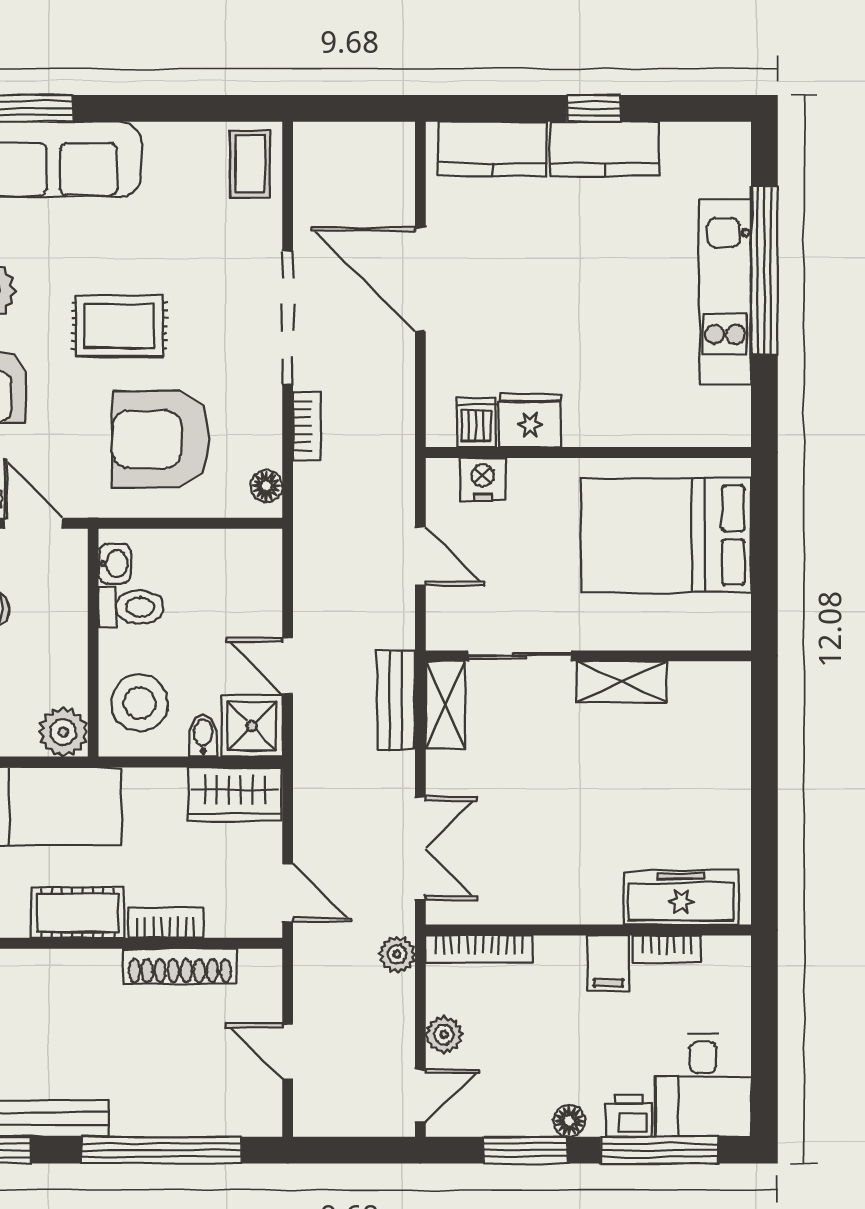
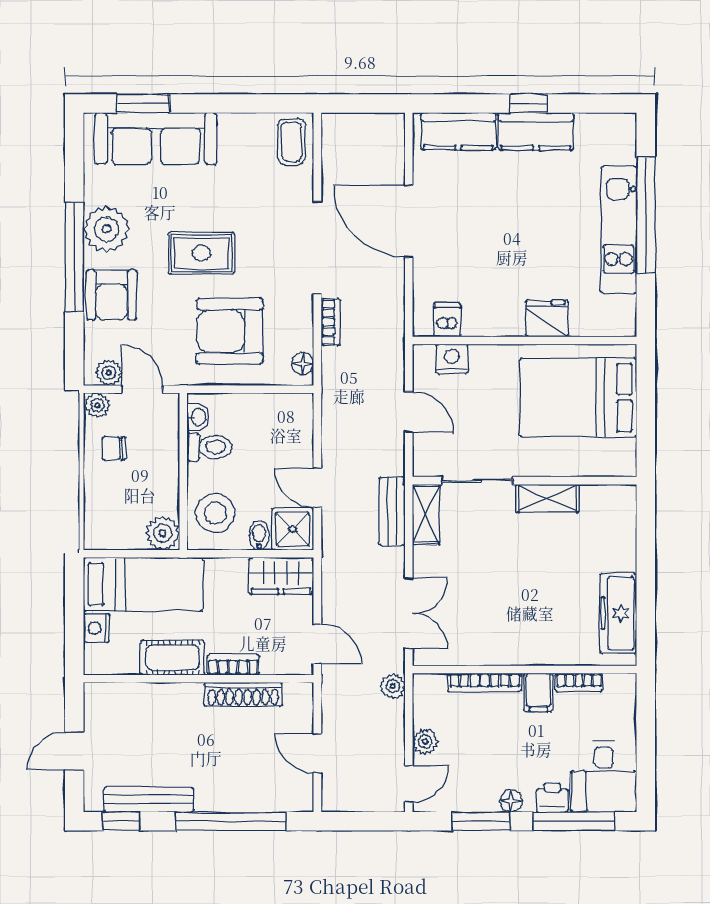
fridge: (530, 420) -> (547, 318), moved
freezer: (681, 898) -> (618, 613), moved, turned -90
bookcase: (479, 949) -> (485, 683), moved

